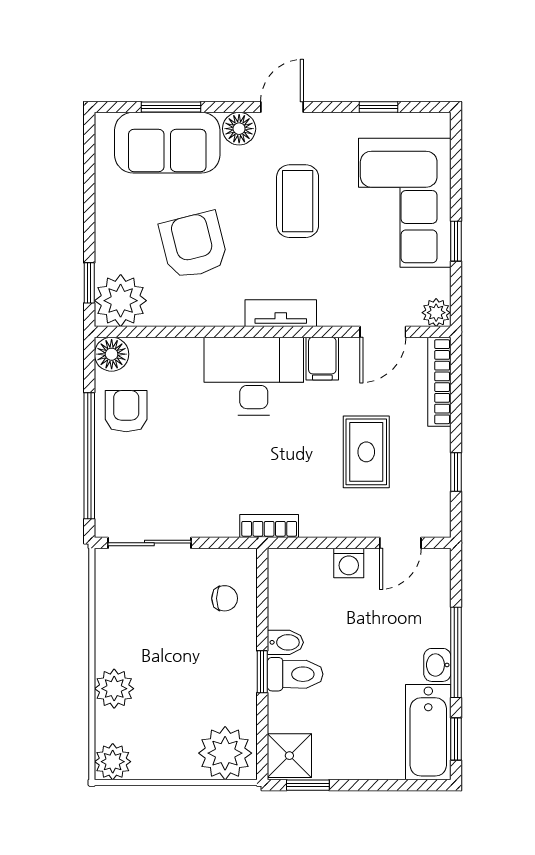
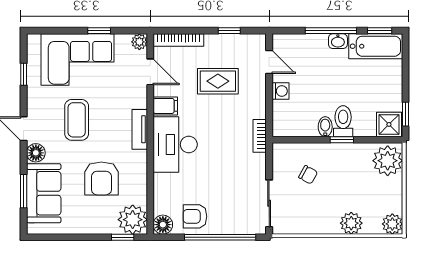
coffee table: (298, 201) -> (77, 120), turned 90
armchair: (194, 245) -> (101, 178), turned -76
chair: (225, 598) -> (308, 175), moved, turned 119

